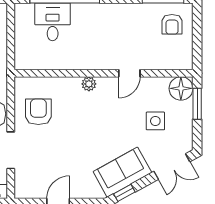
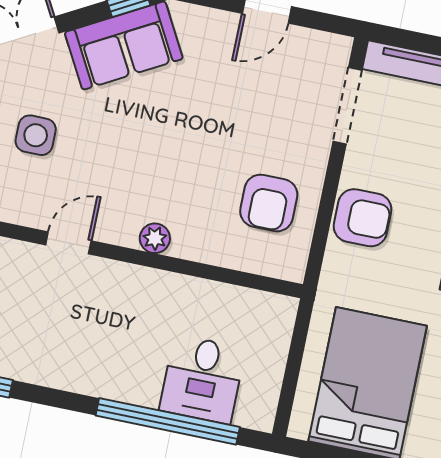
doorway: (11, 150) -> (347, 106), moved

